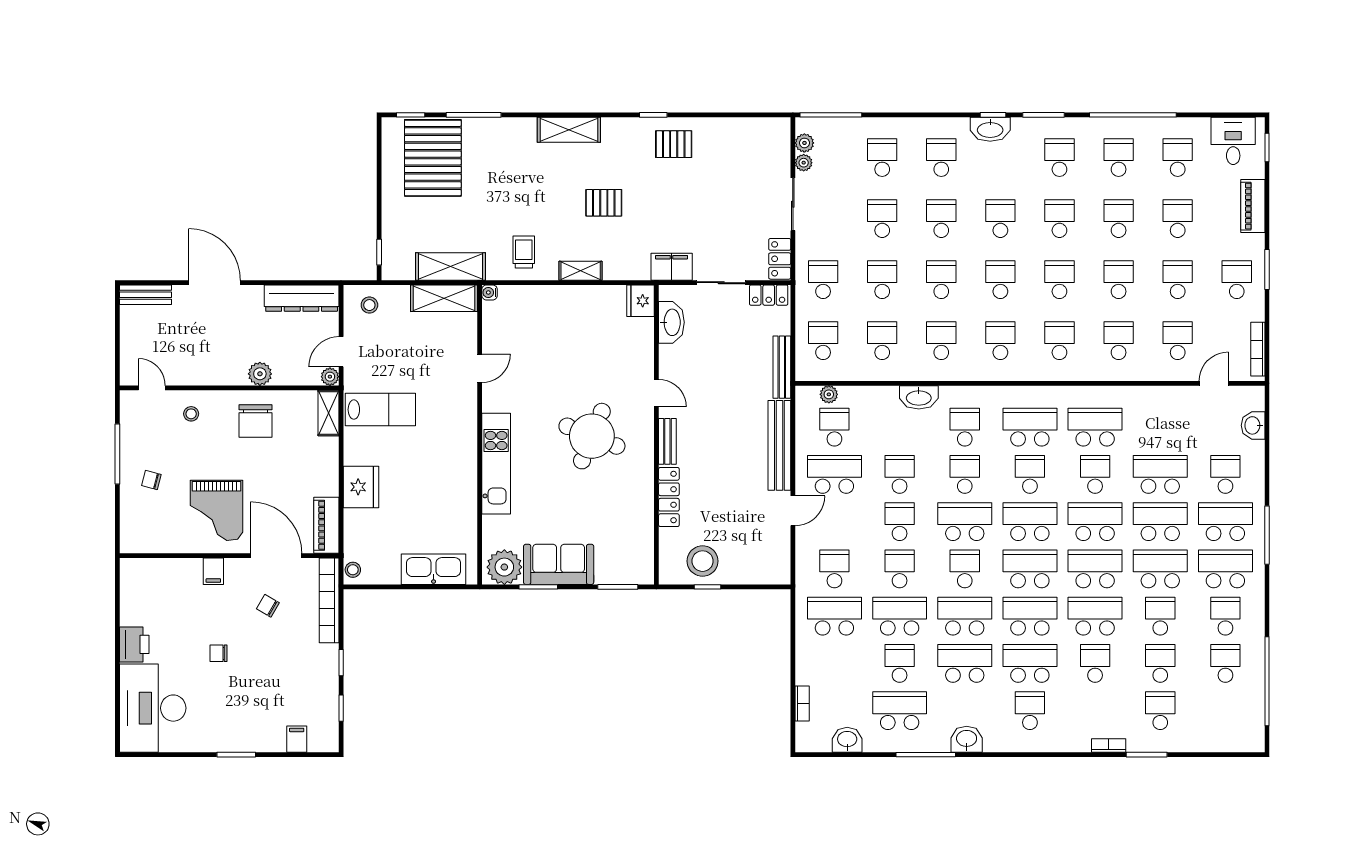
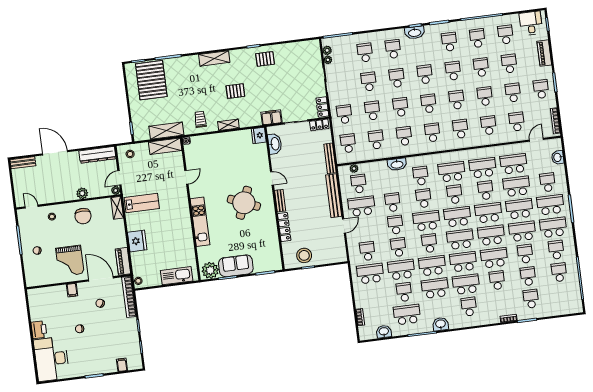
school desk: (1160, 427) -> (514, 164), added

